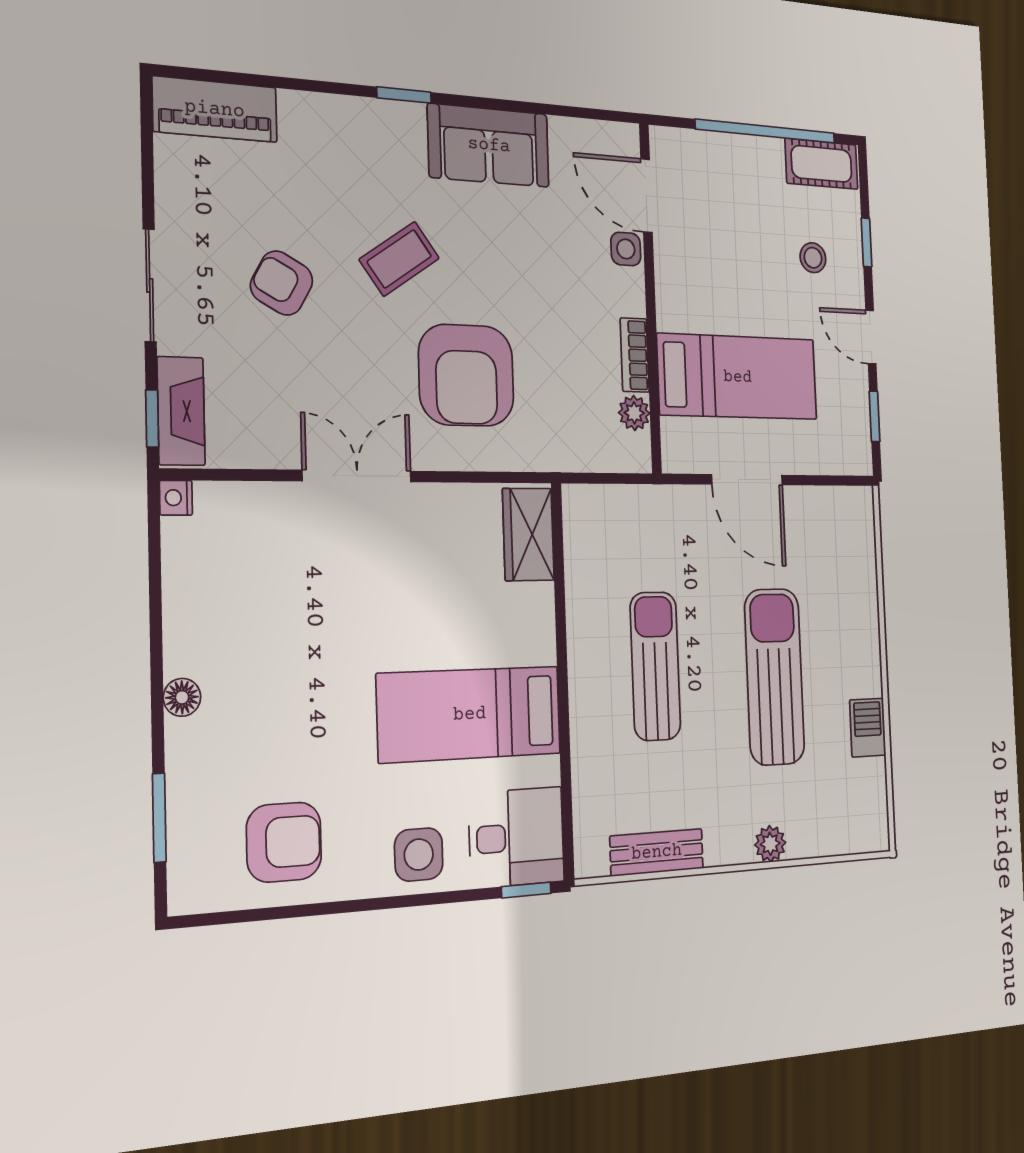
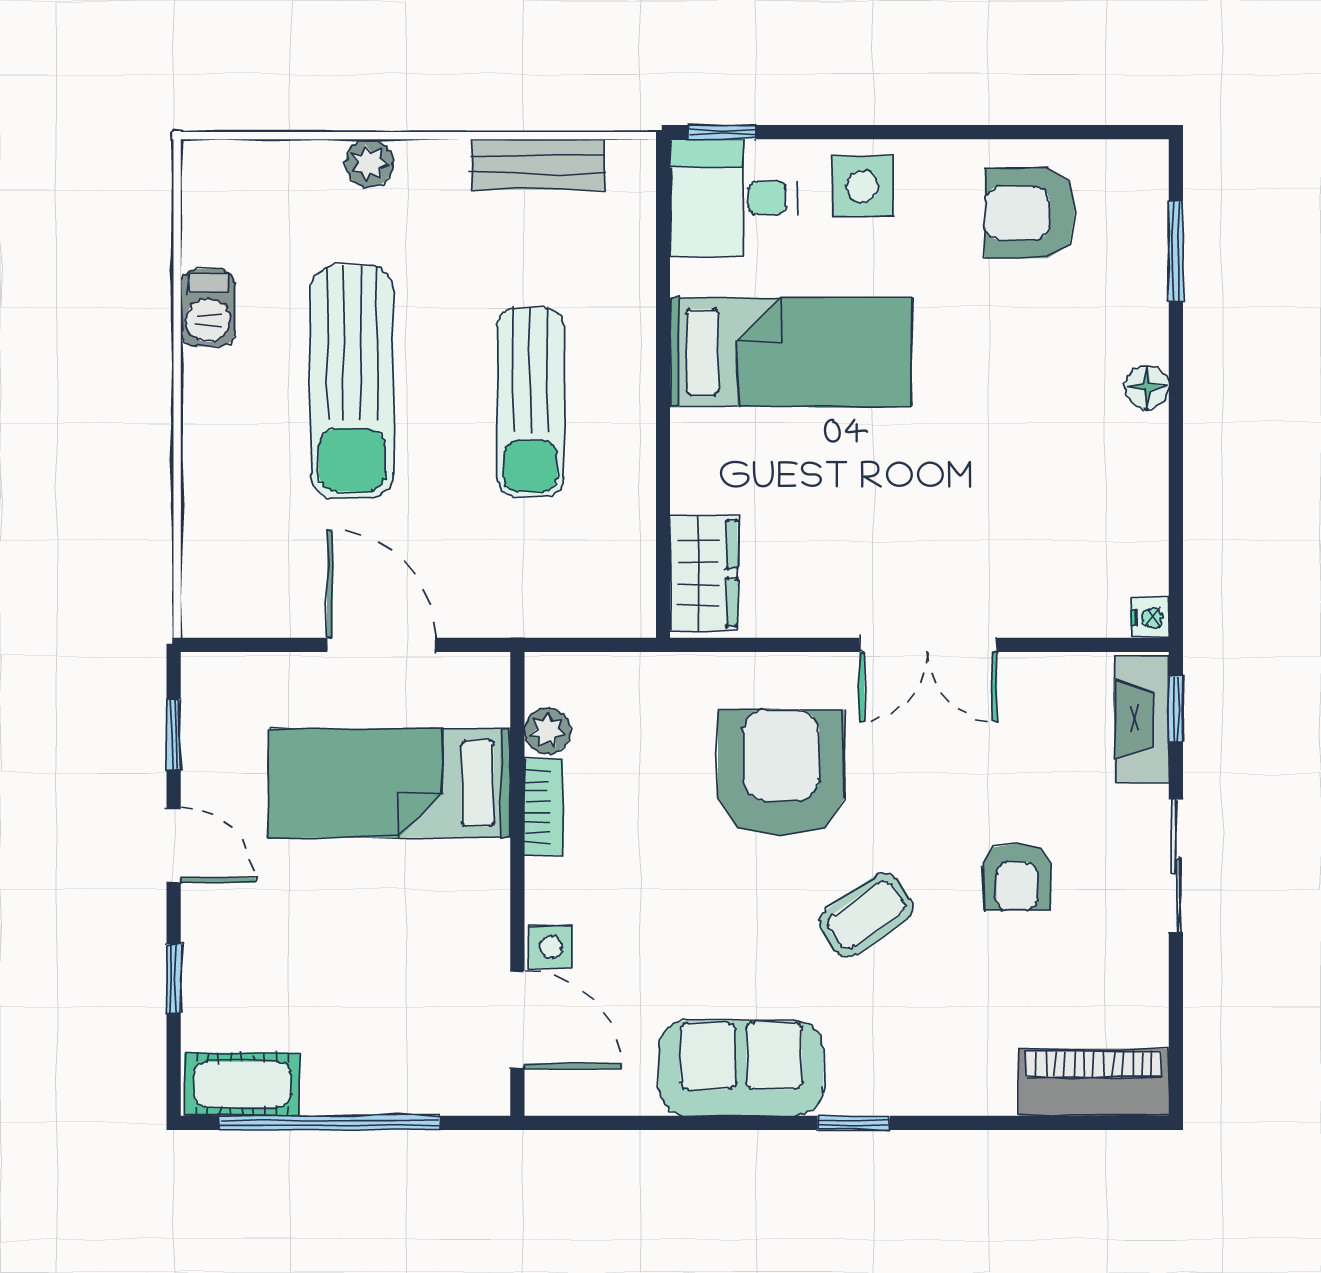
stool: (813, 258) -> (263, 952), removed
armchair: (282, 283) -> (1017, 877), turned 61

